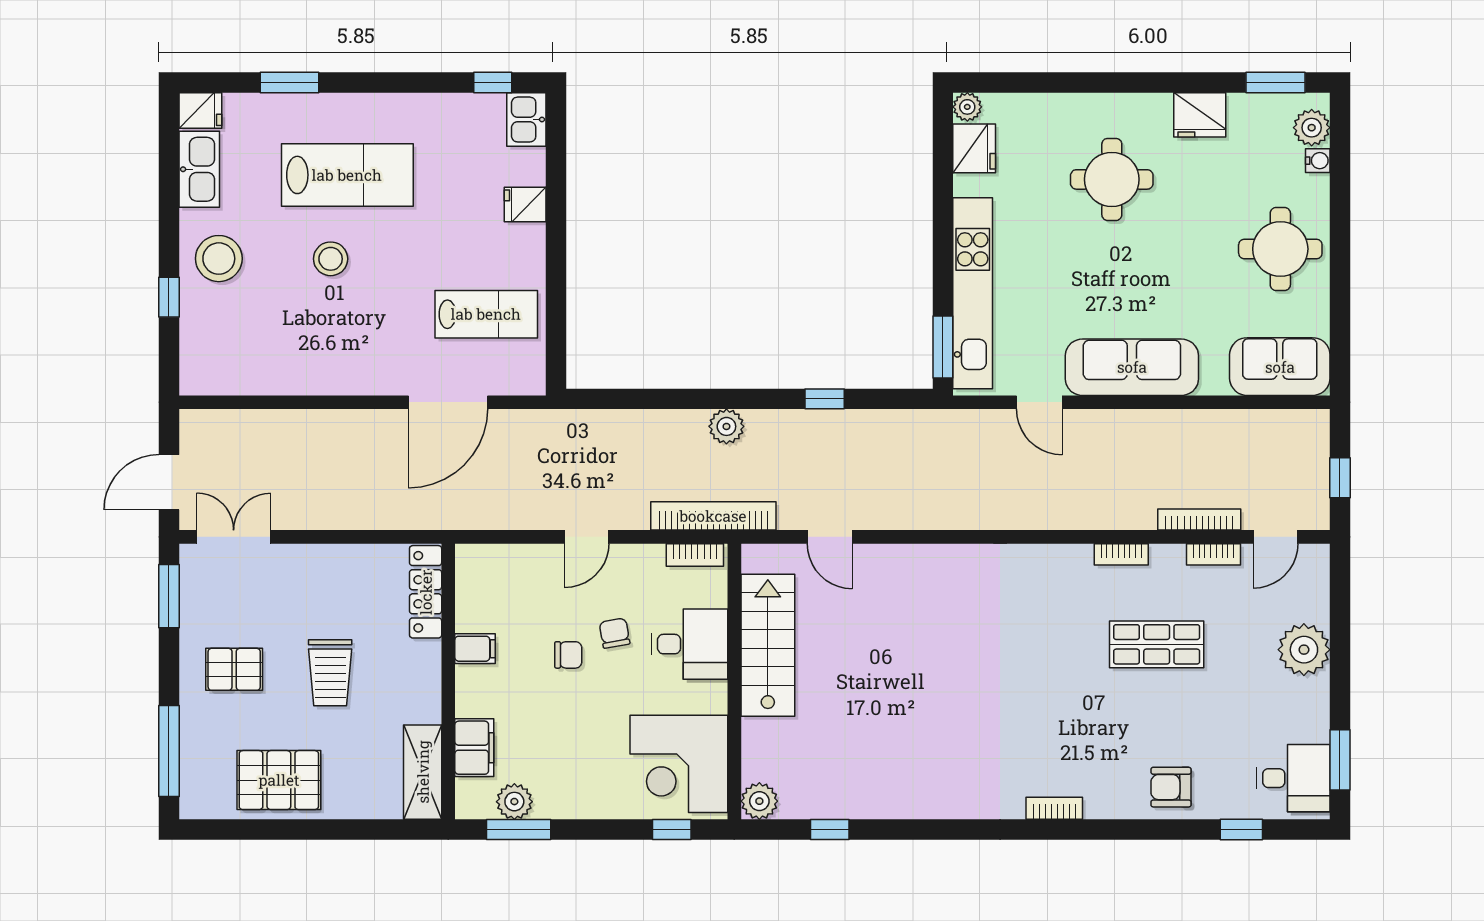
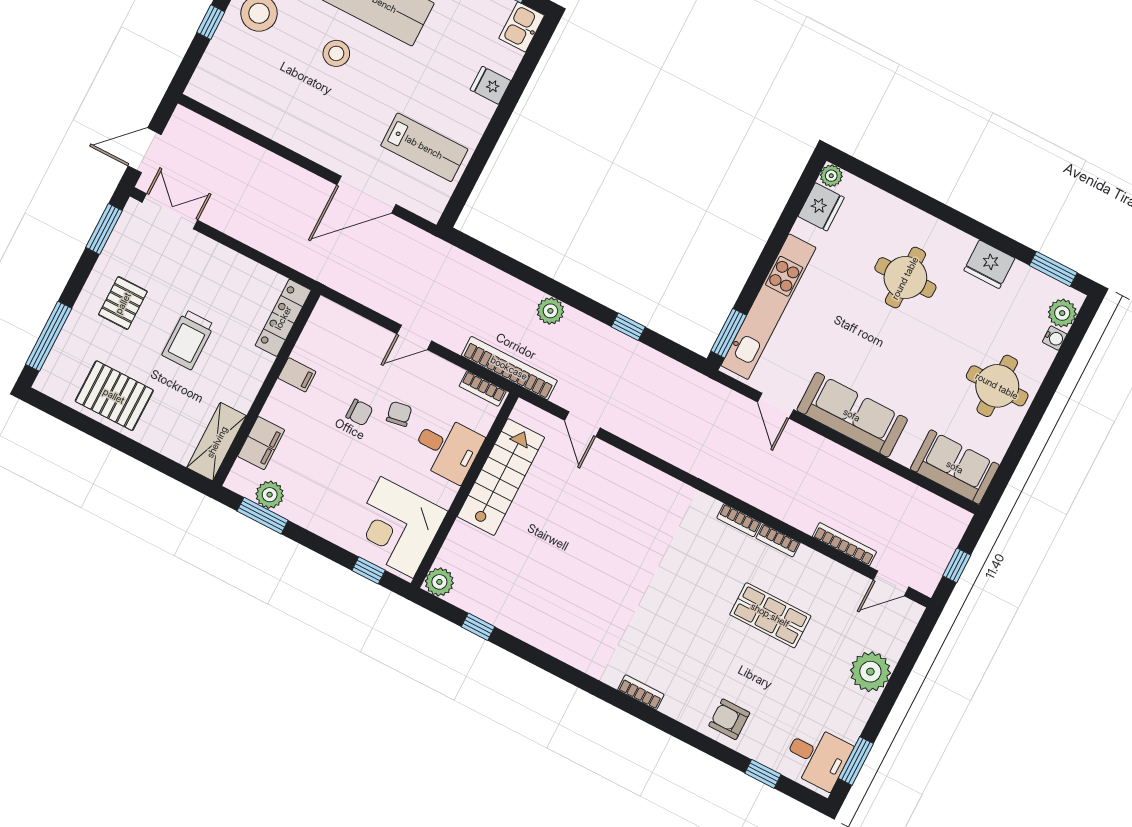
bookcase: (1214, 554) -> (739, 520), moved
pallet: (234, 669) -> (123, 303), turned 90

